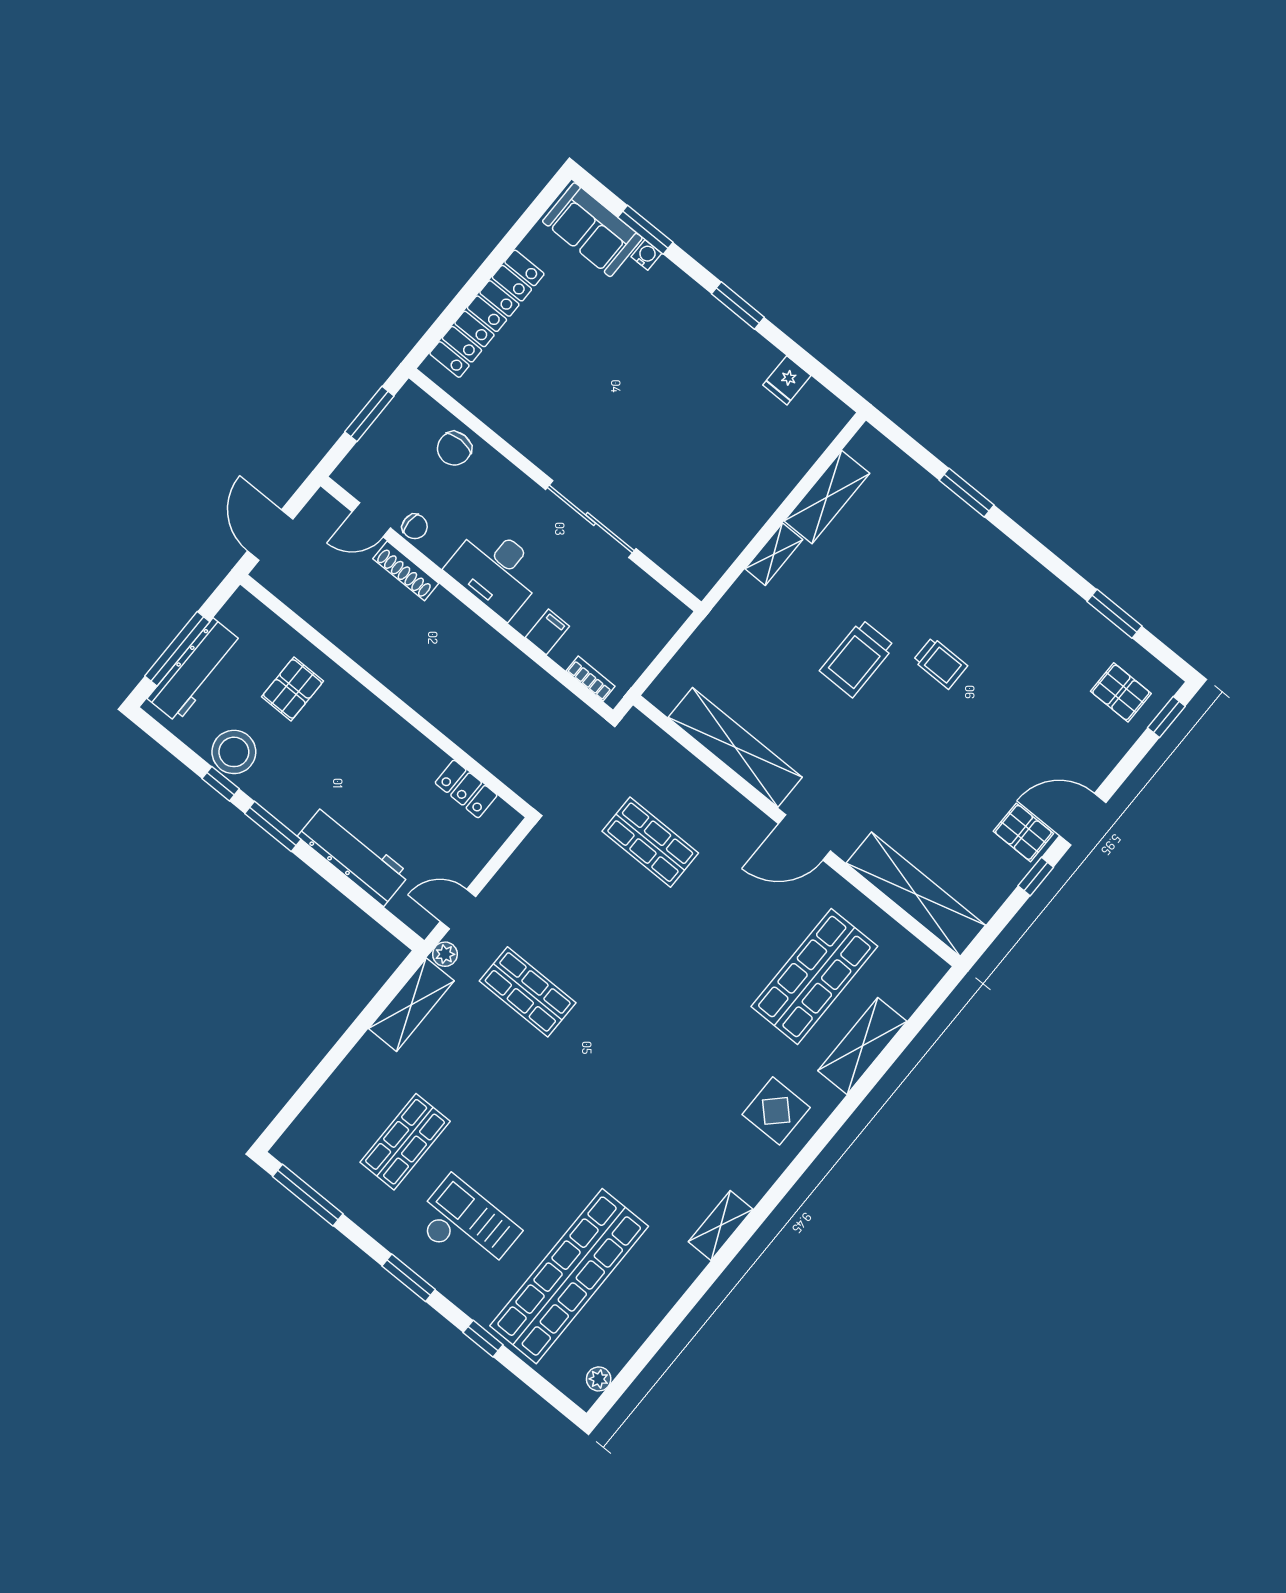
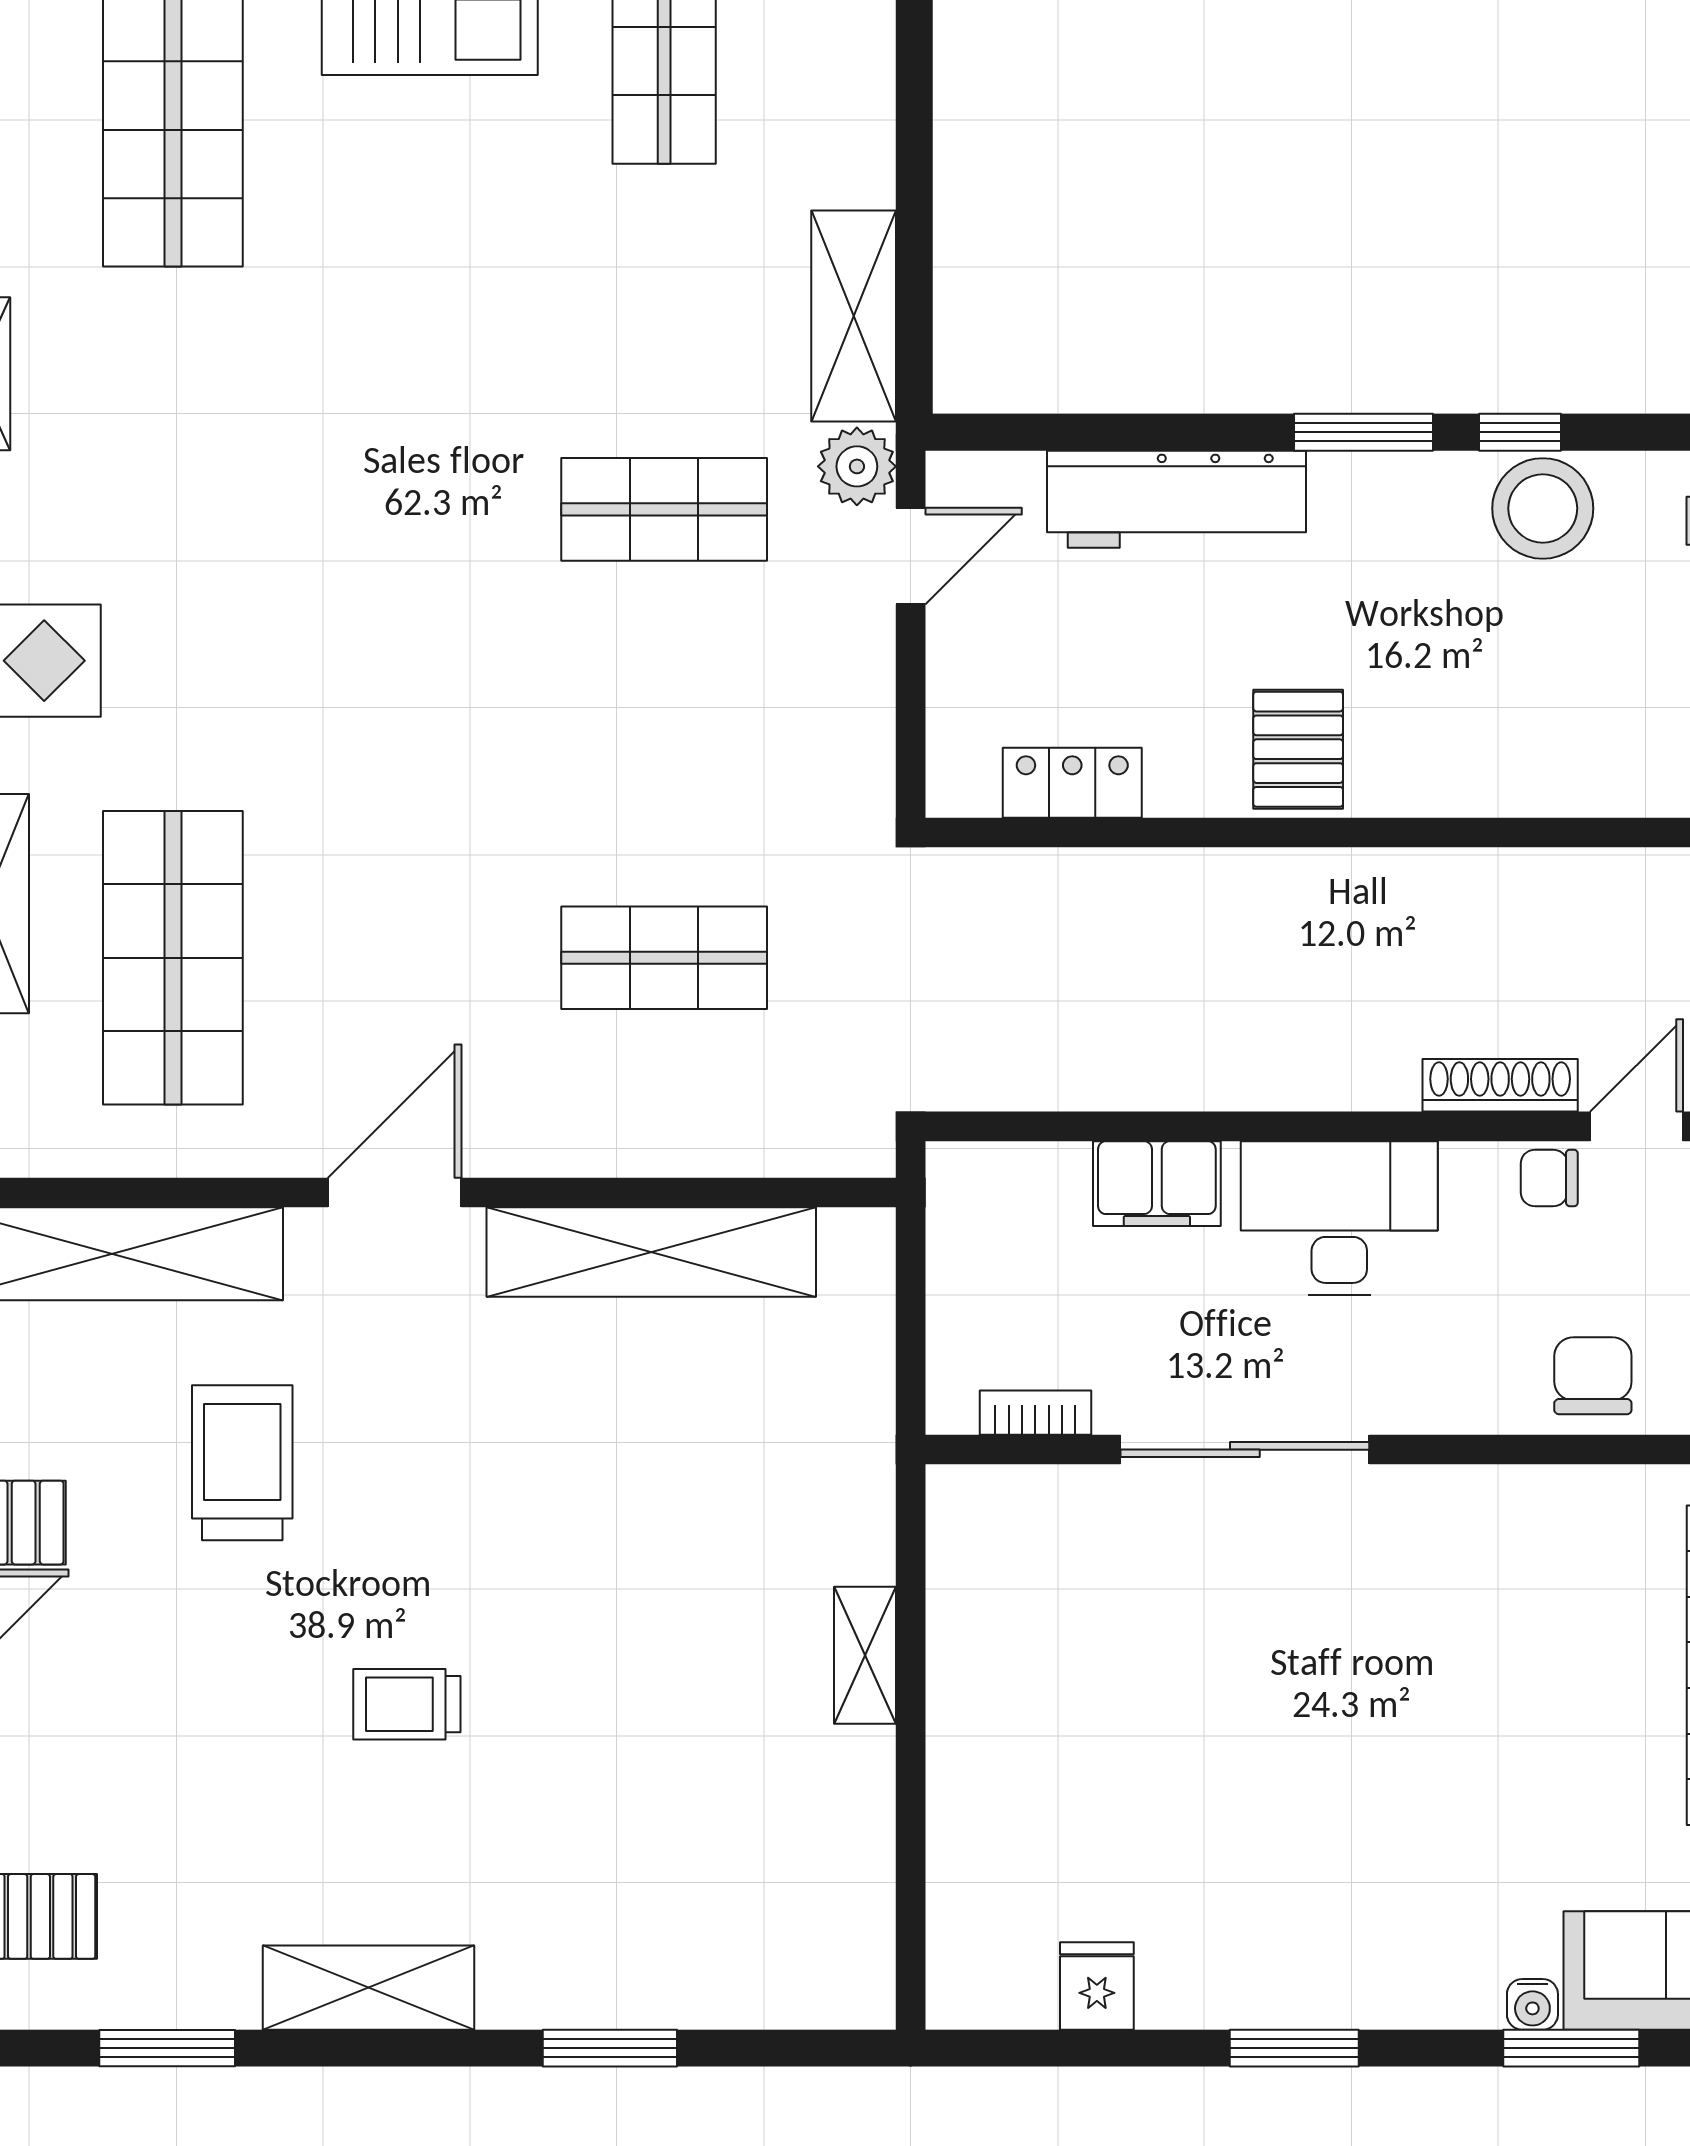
shelving: (827, 497) -> (369, 1988), moved, turned 90
filing cabinet: (547, 632) -> (1157, 1184), width x2.00
trolley: (857, 658) -> (242, 1463), moved
bookcase: (591, 679) -> (1035, 1413), moved, turned 180
pallet: (292, 689) -> (1298, 749), moved
plant: (445, 954) -> (857, 466), width x1.38, depth x1.38

